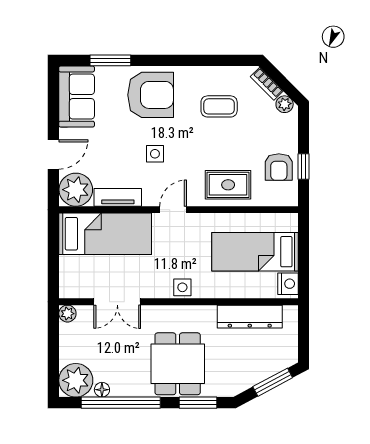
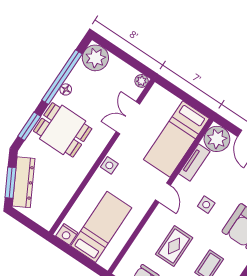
rug: (228, 185) -> (174, 246), moved
dresser: (250, 317) -> (24, 182), moved, turned 152
floor lamp: (102, 390) -> (66, 89), moved

